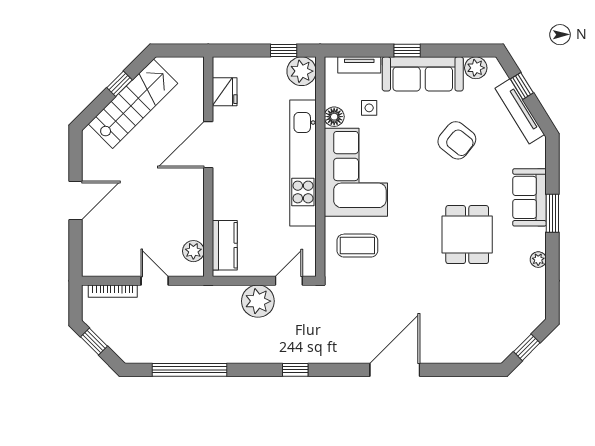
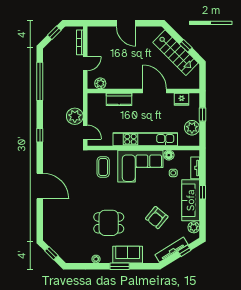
window: (284, 51) -> (202, 114), moved
plant: (302, 71) -> (192, 128), moved
kitchen counter: (225, 245) -> (119, 99), moved

